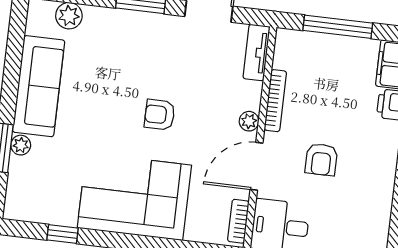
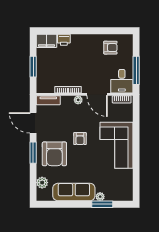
window: (338, 27) -> (33, 67), width x0.69
armchair: (132, 52) -> (54, 154), added
armchair: (321, 160) -> (110, 48), moved
window: (62, 234) -> (136, 174), removed

